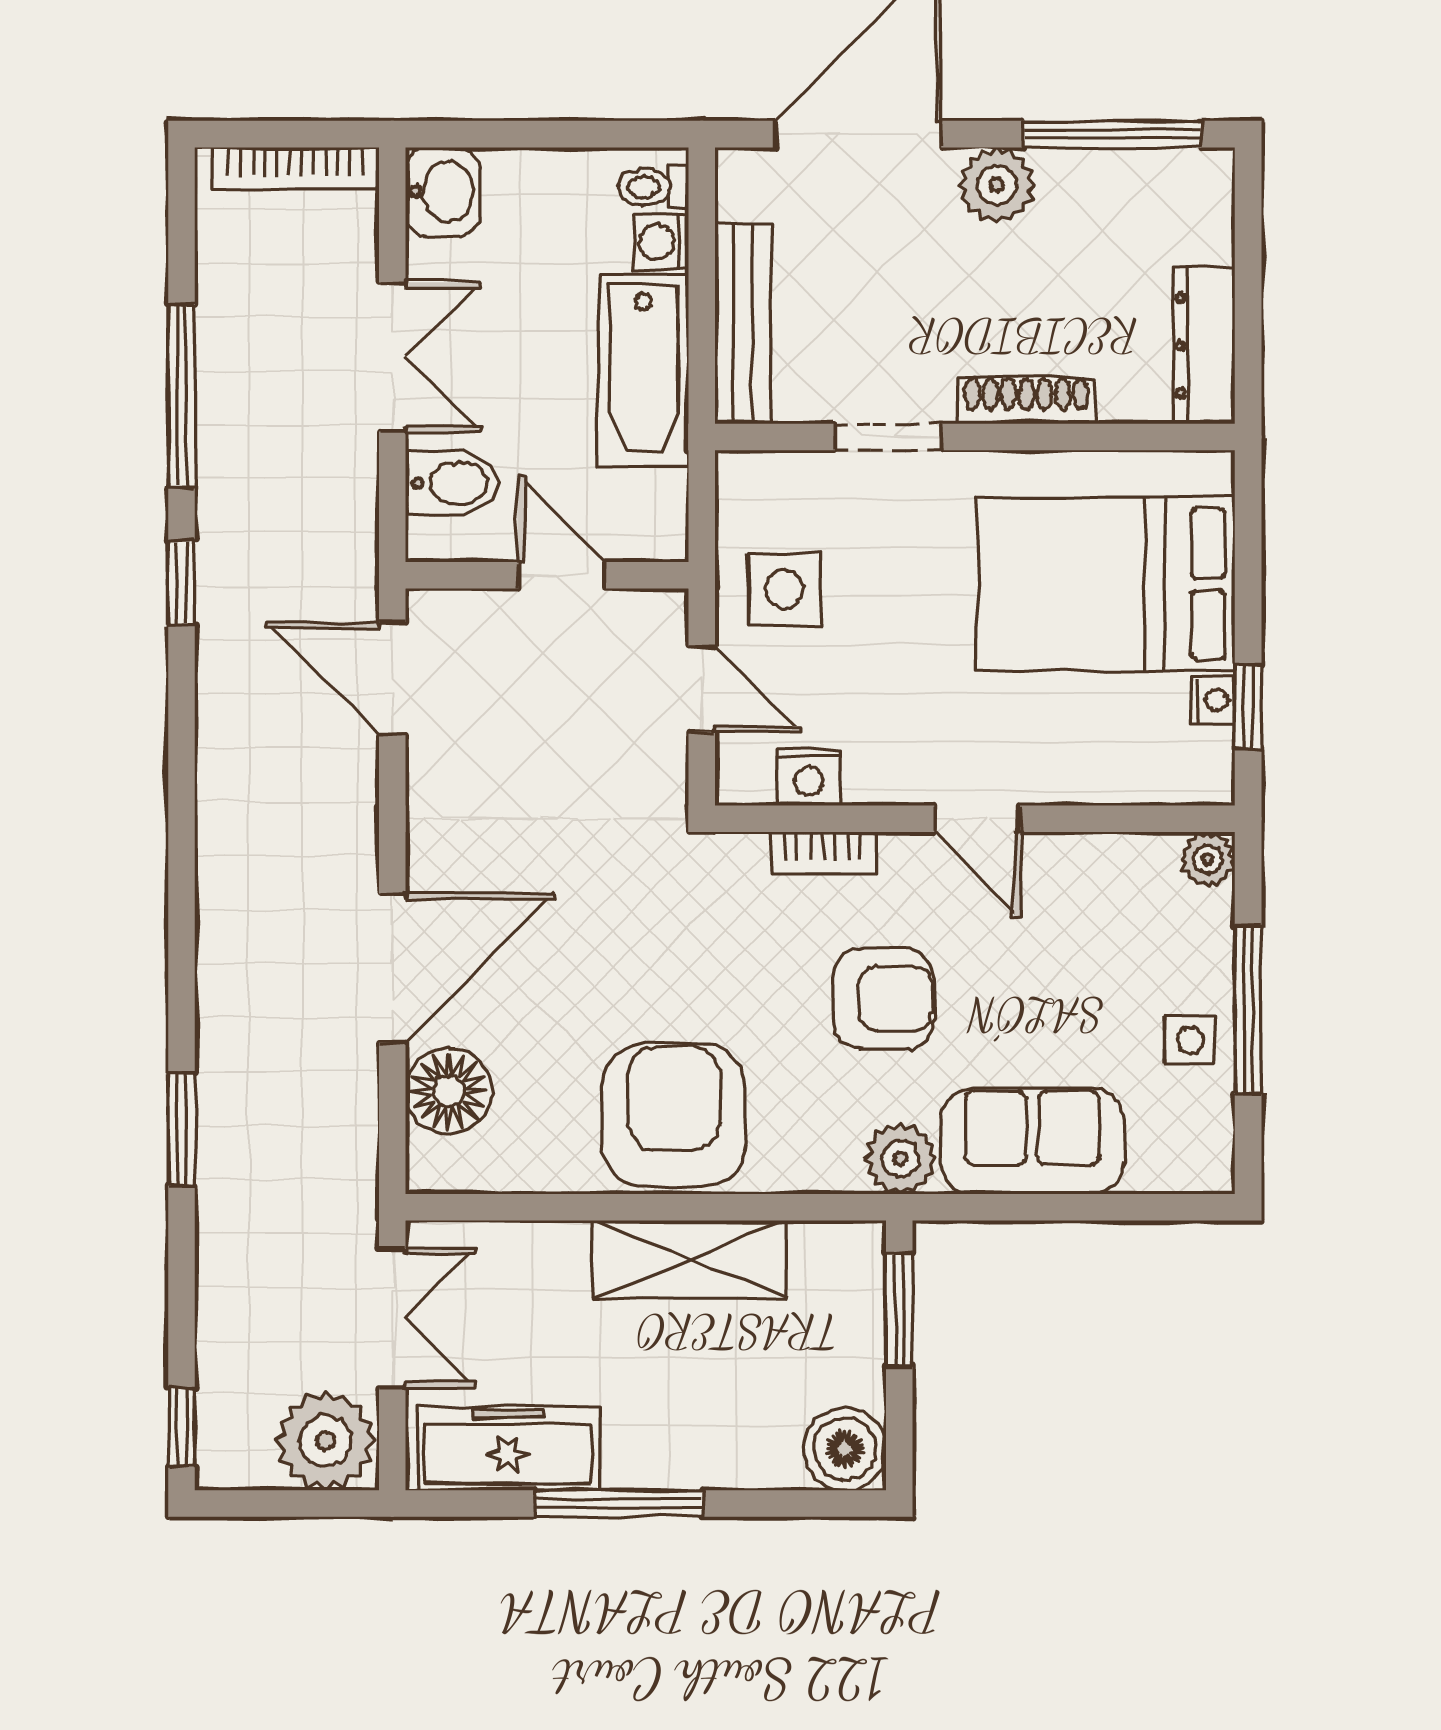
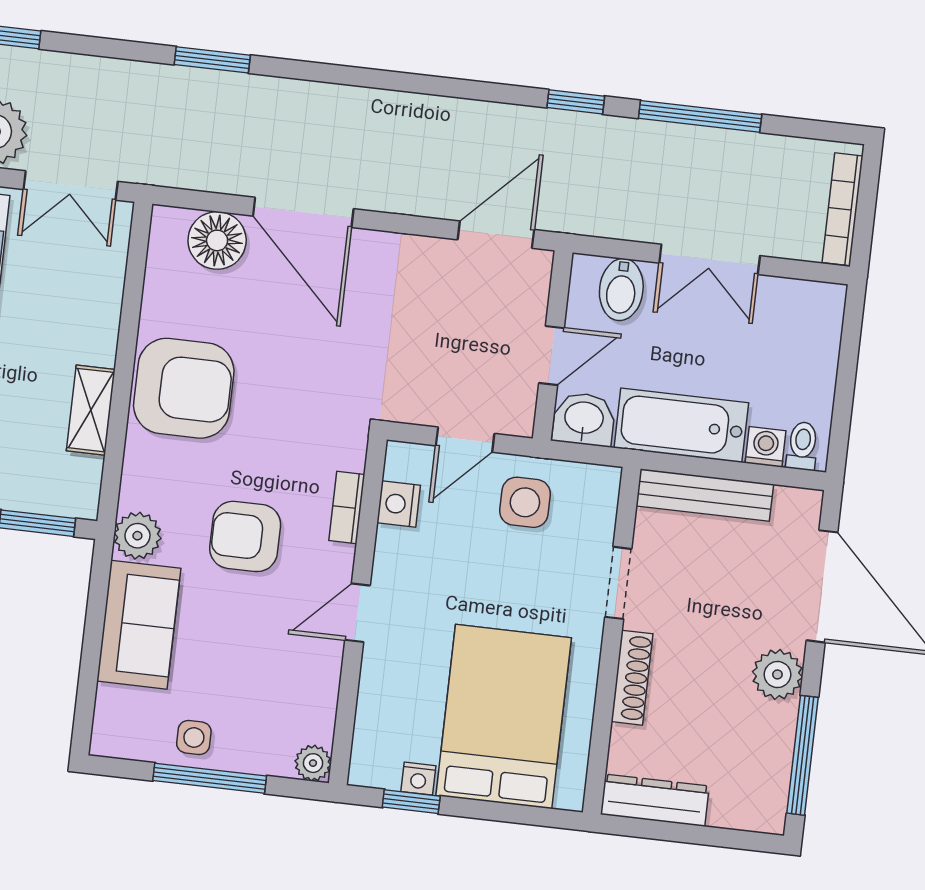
washbasin: (443, 192) -> (584, 419), moved, turned 180
armchair: (883, 999) -> (245, 536), turned 90
shelving: (690, 1259) -> (91, 410), width x0.67, depth x0.75

